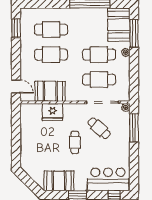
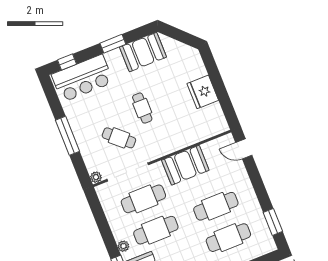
booth: (50, 91) -> (185, 165), moved
fridge: (52, 112) -> (203, 92), moved, turned -90
window: (134, 128) -> (68, 136), moved

